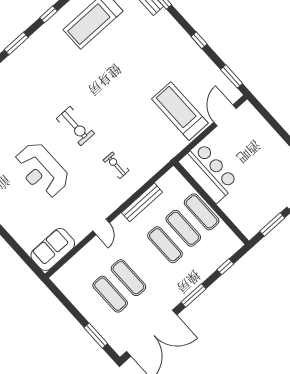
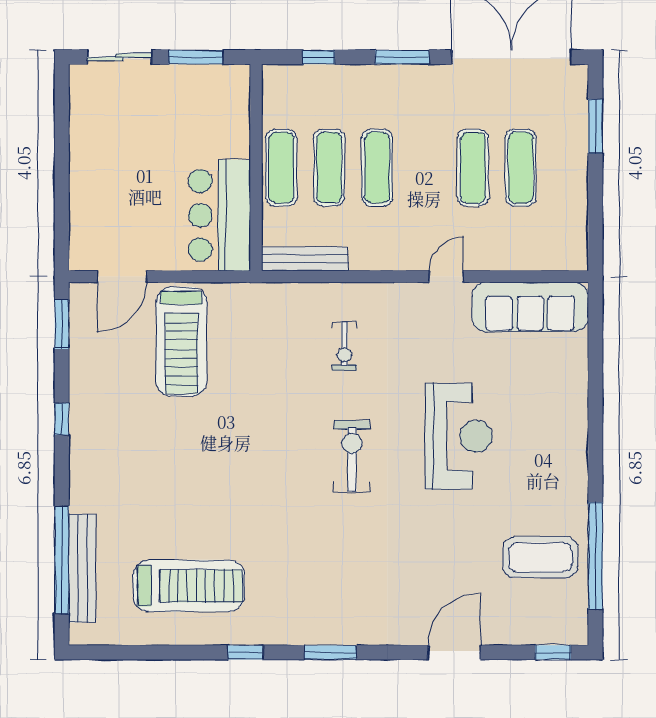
bench: (142, 202) -> (305, 259), moved
sofa: (53, 249) -> (530, 307), width x1.36

